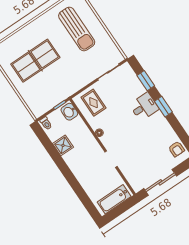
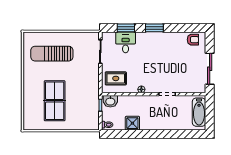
sun lounger: (77, 29) -> (52, 54), turned 180
desk: (144, 107) -> (126, 42), moved

